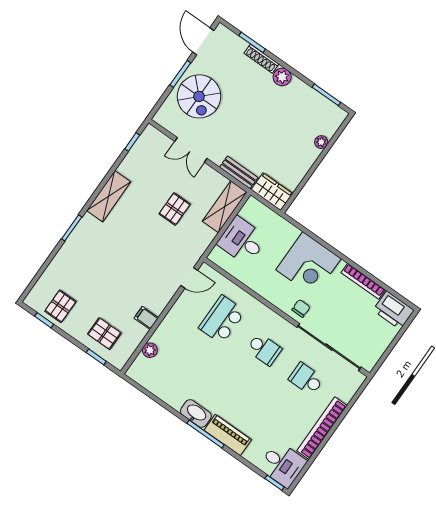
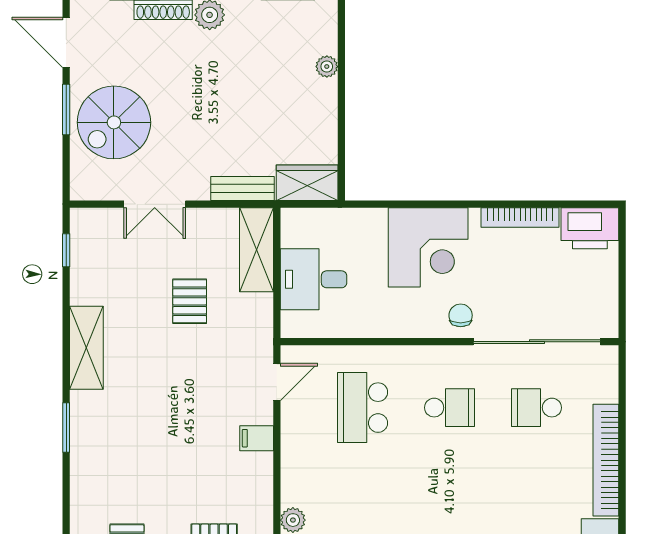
spiral stairs: (199, 96) -> (114, 122), turned 90
filing cabinet: (146, 318) -> (257, 438), moved

